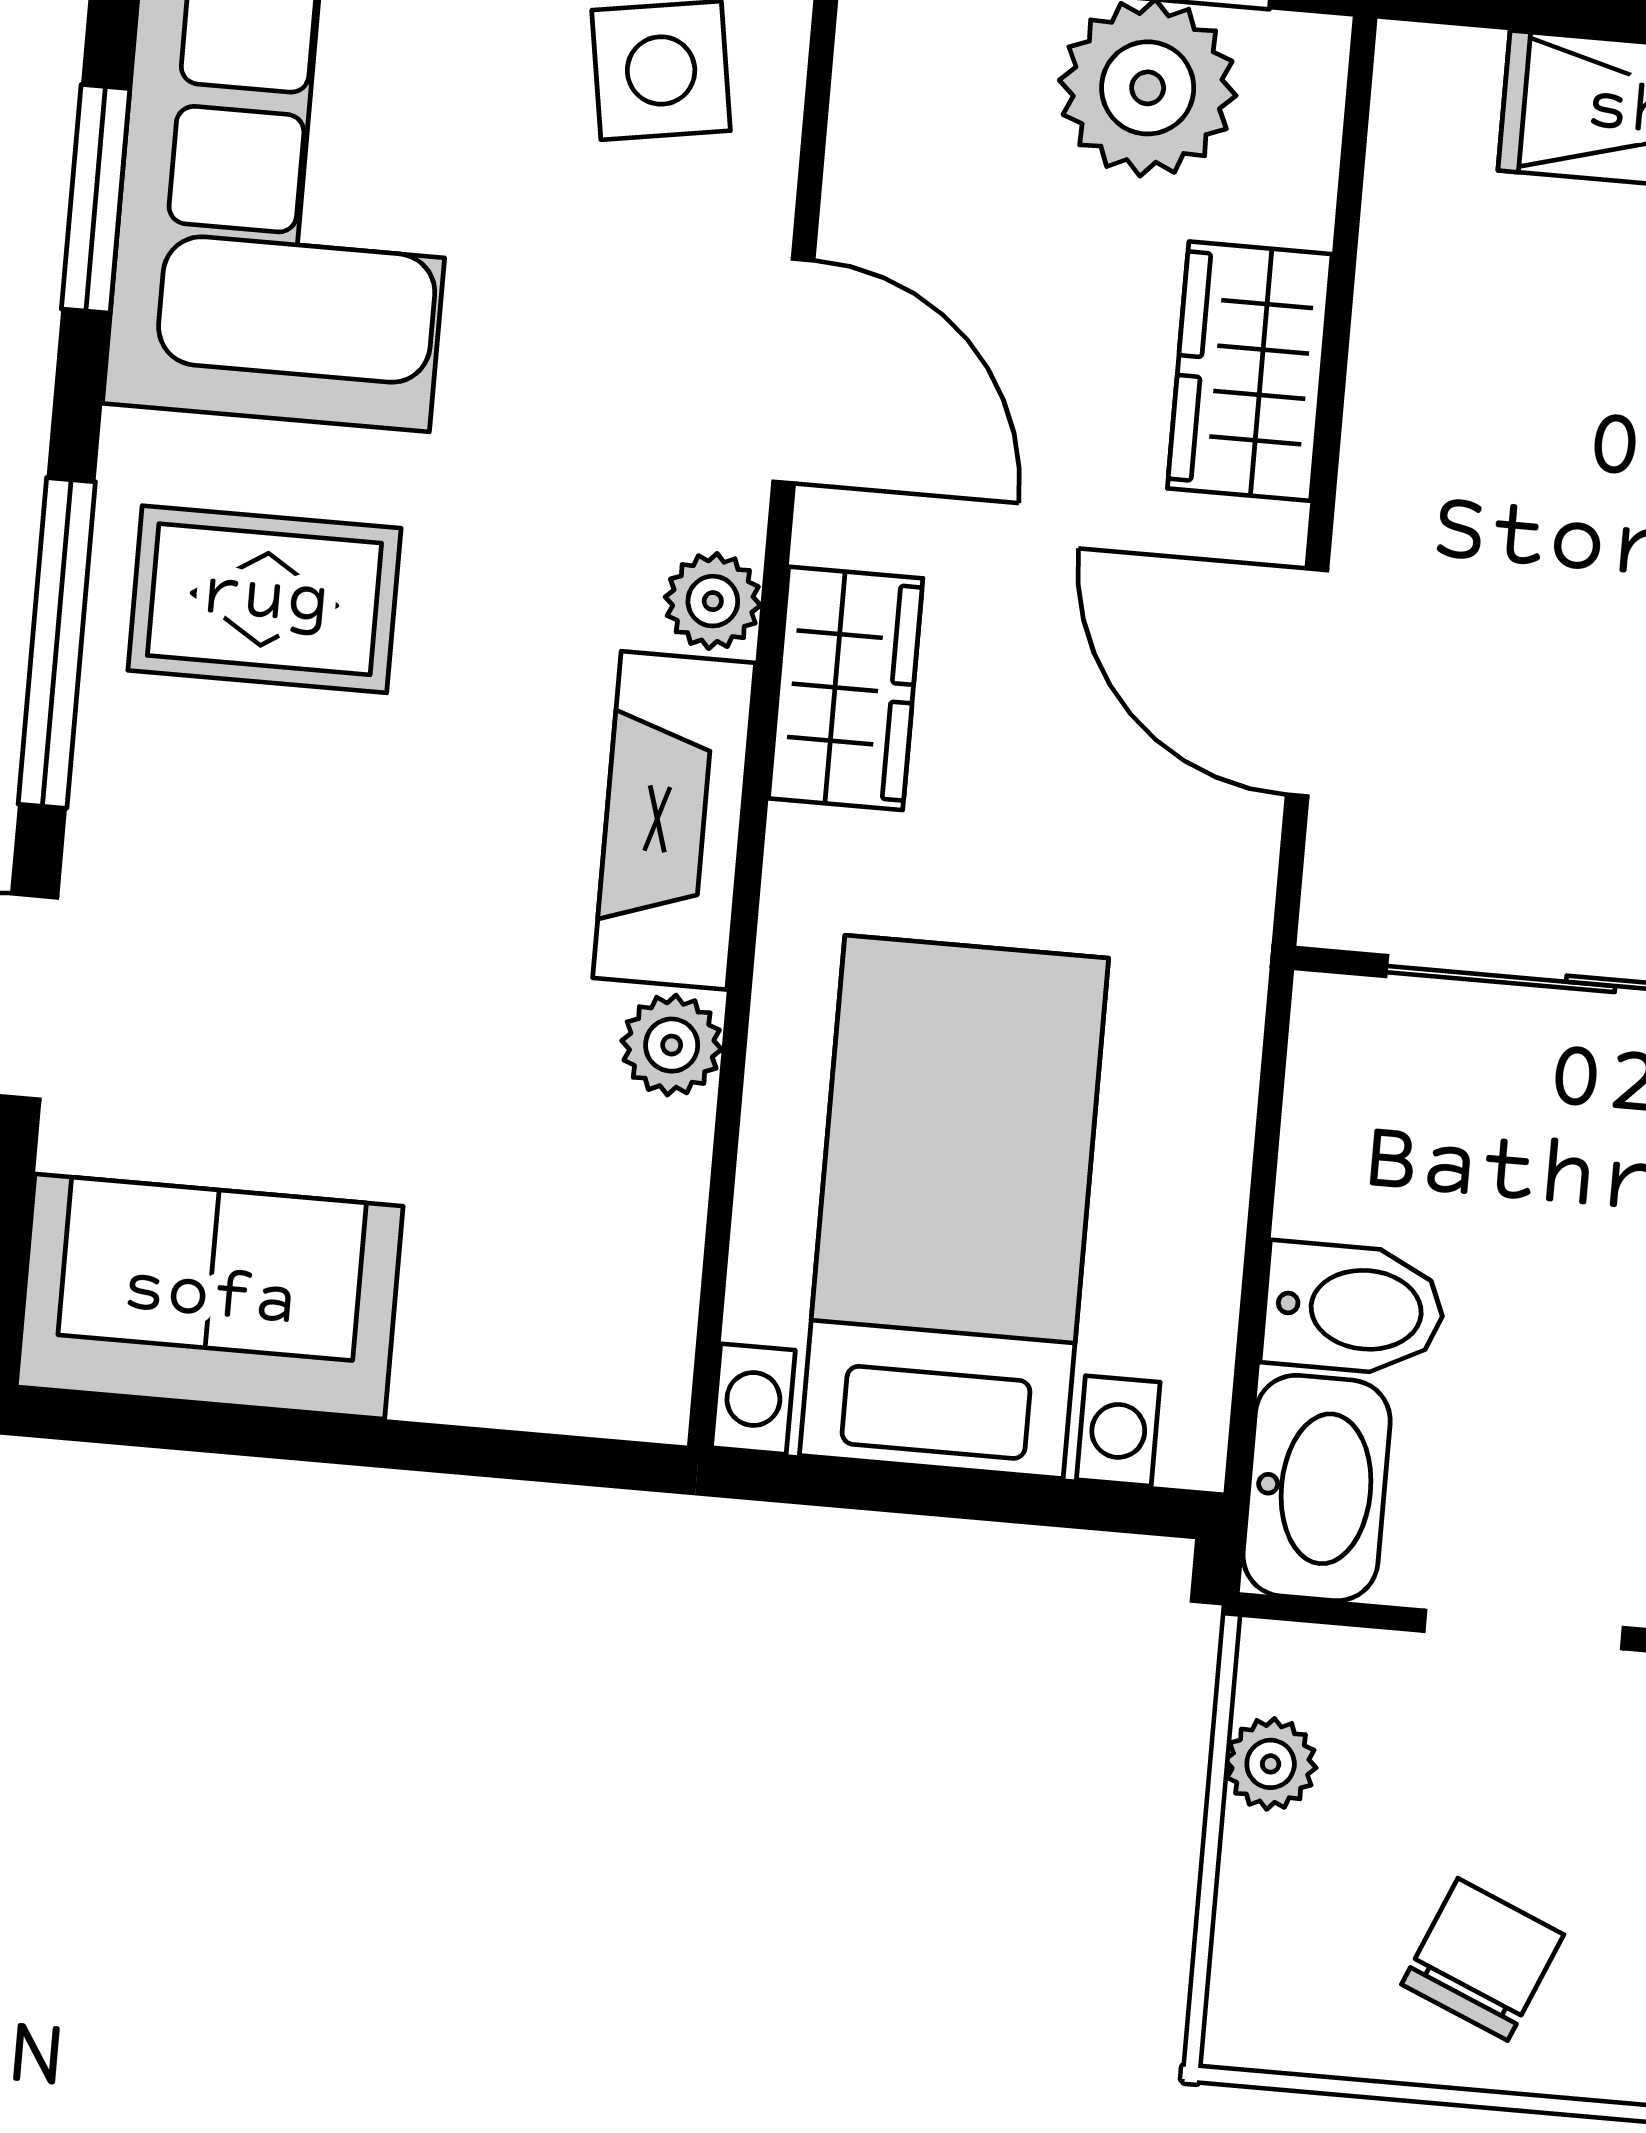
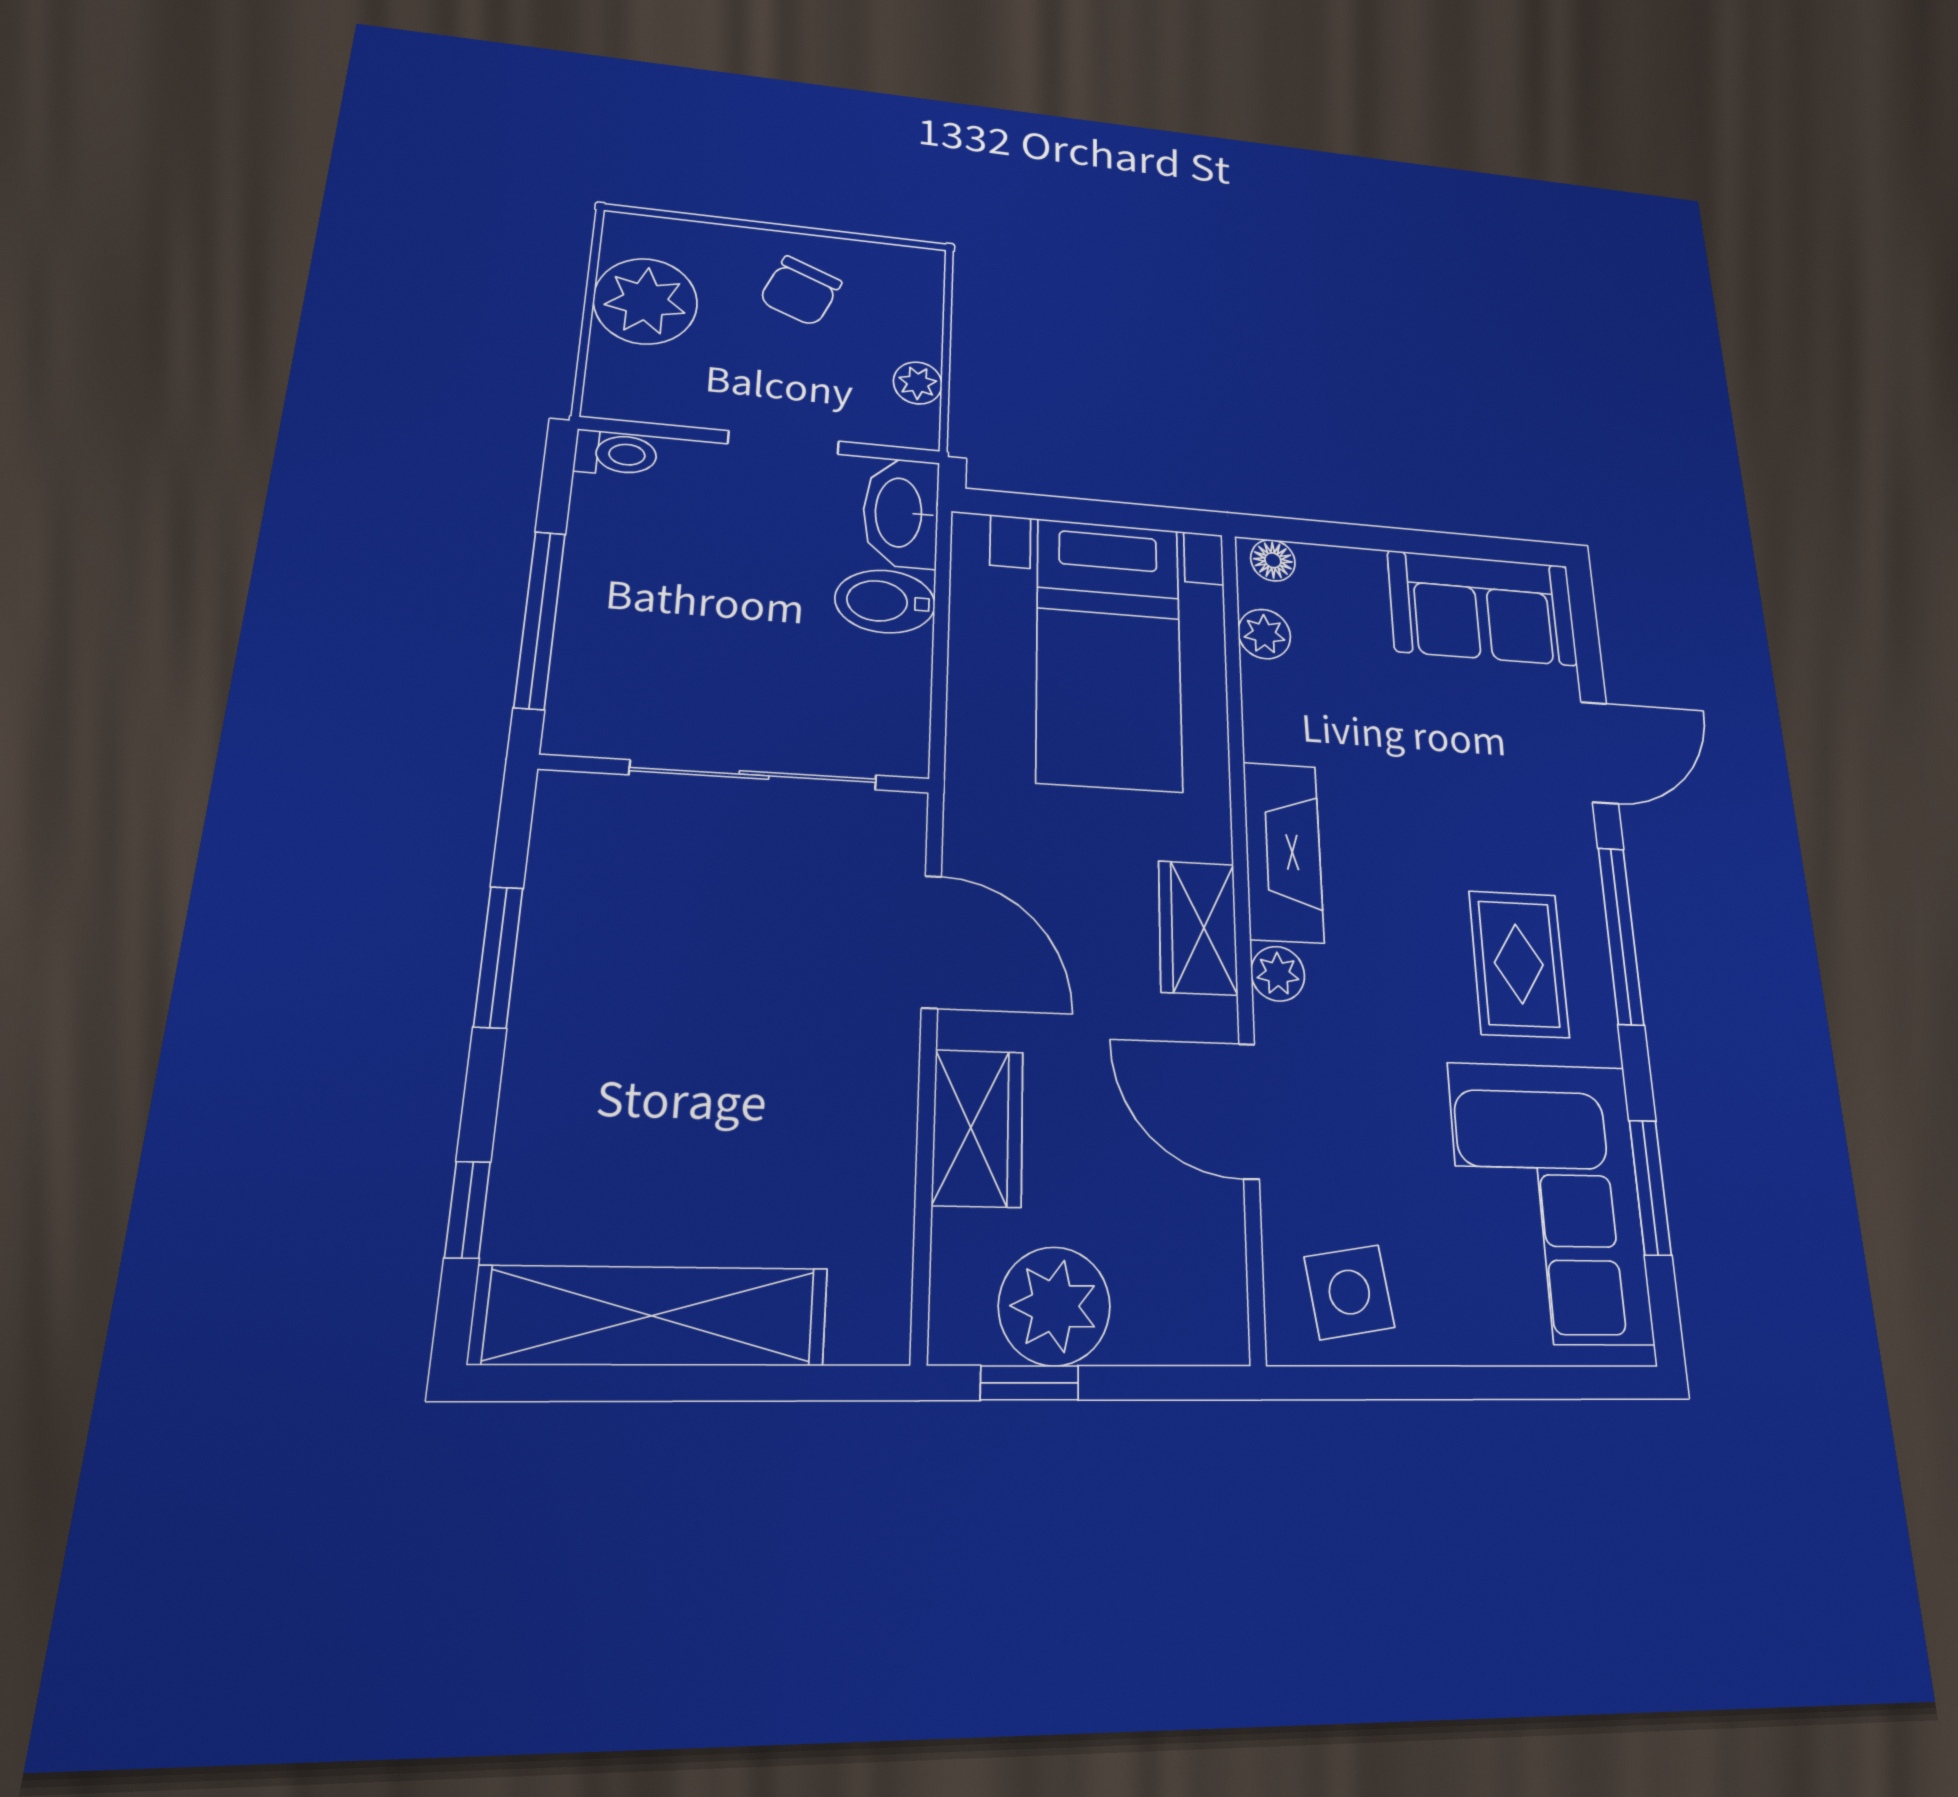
rug: (264, 599) -> (1519, 964), turned 90
plant: (672, 1045) -> (1264, 634), moved
floor lamp: (618, 1396) -> (1273, 560), added

